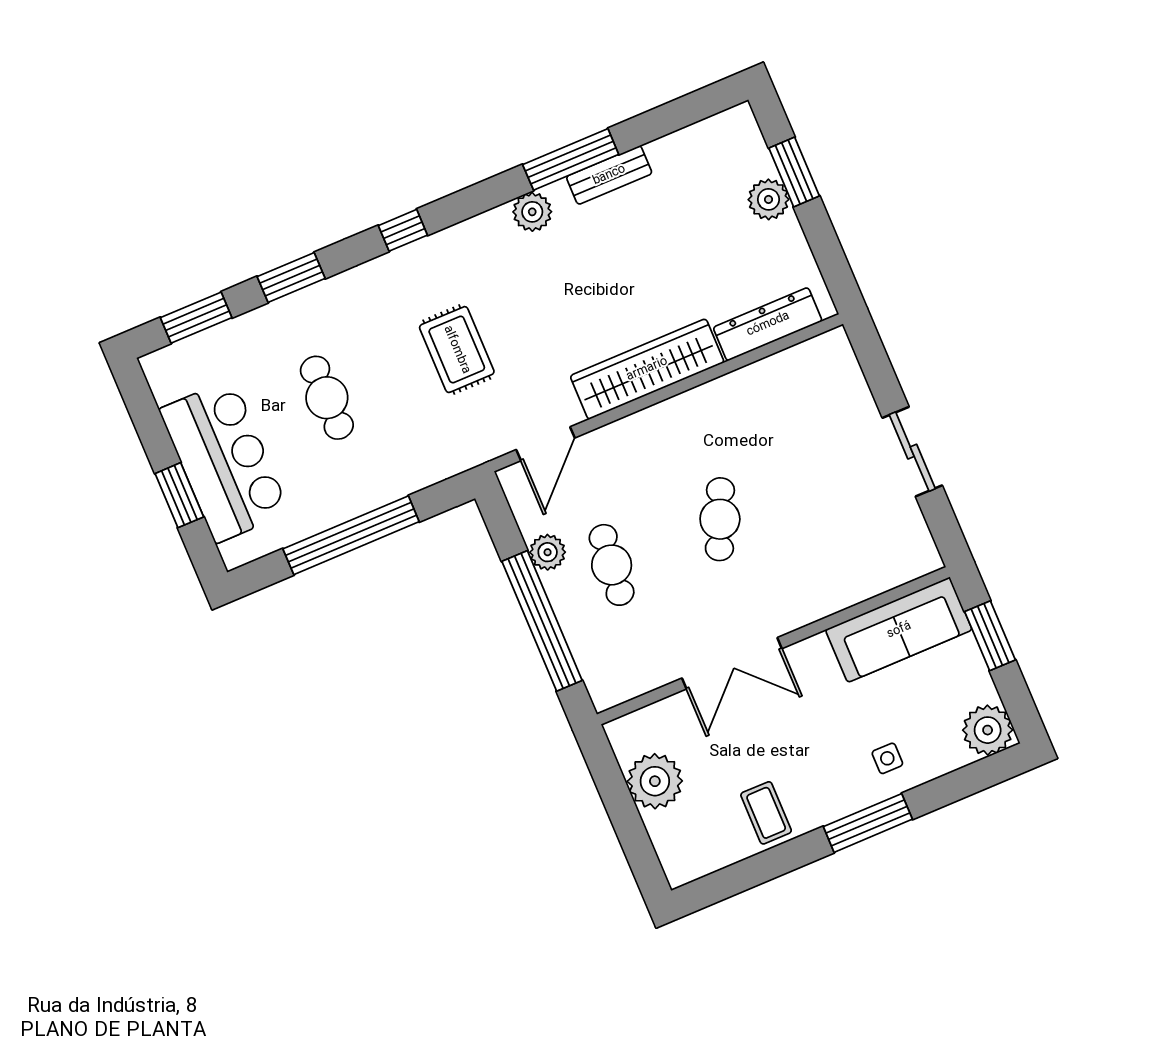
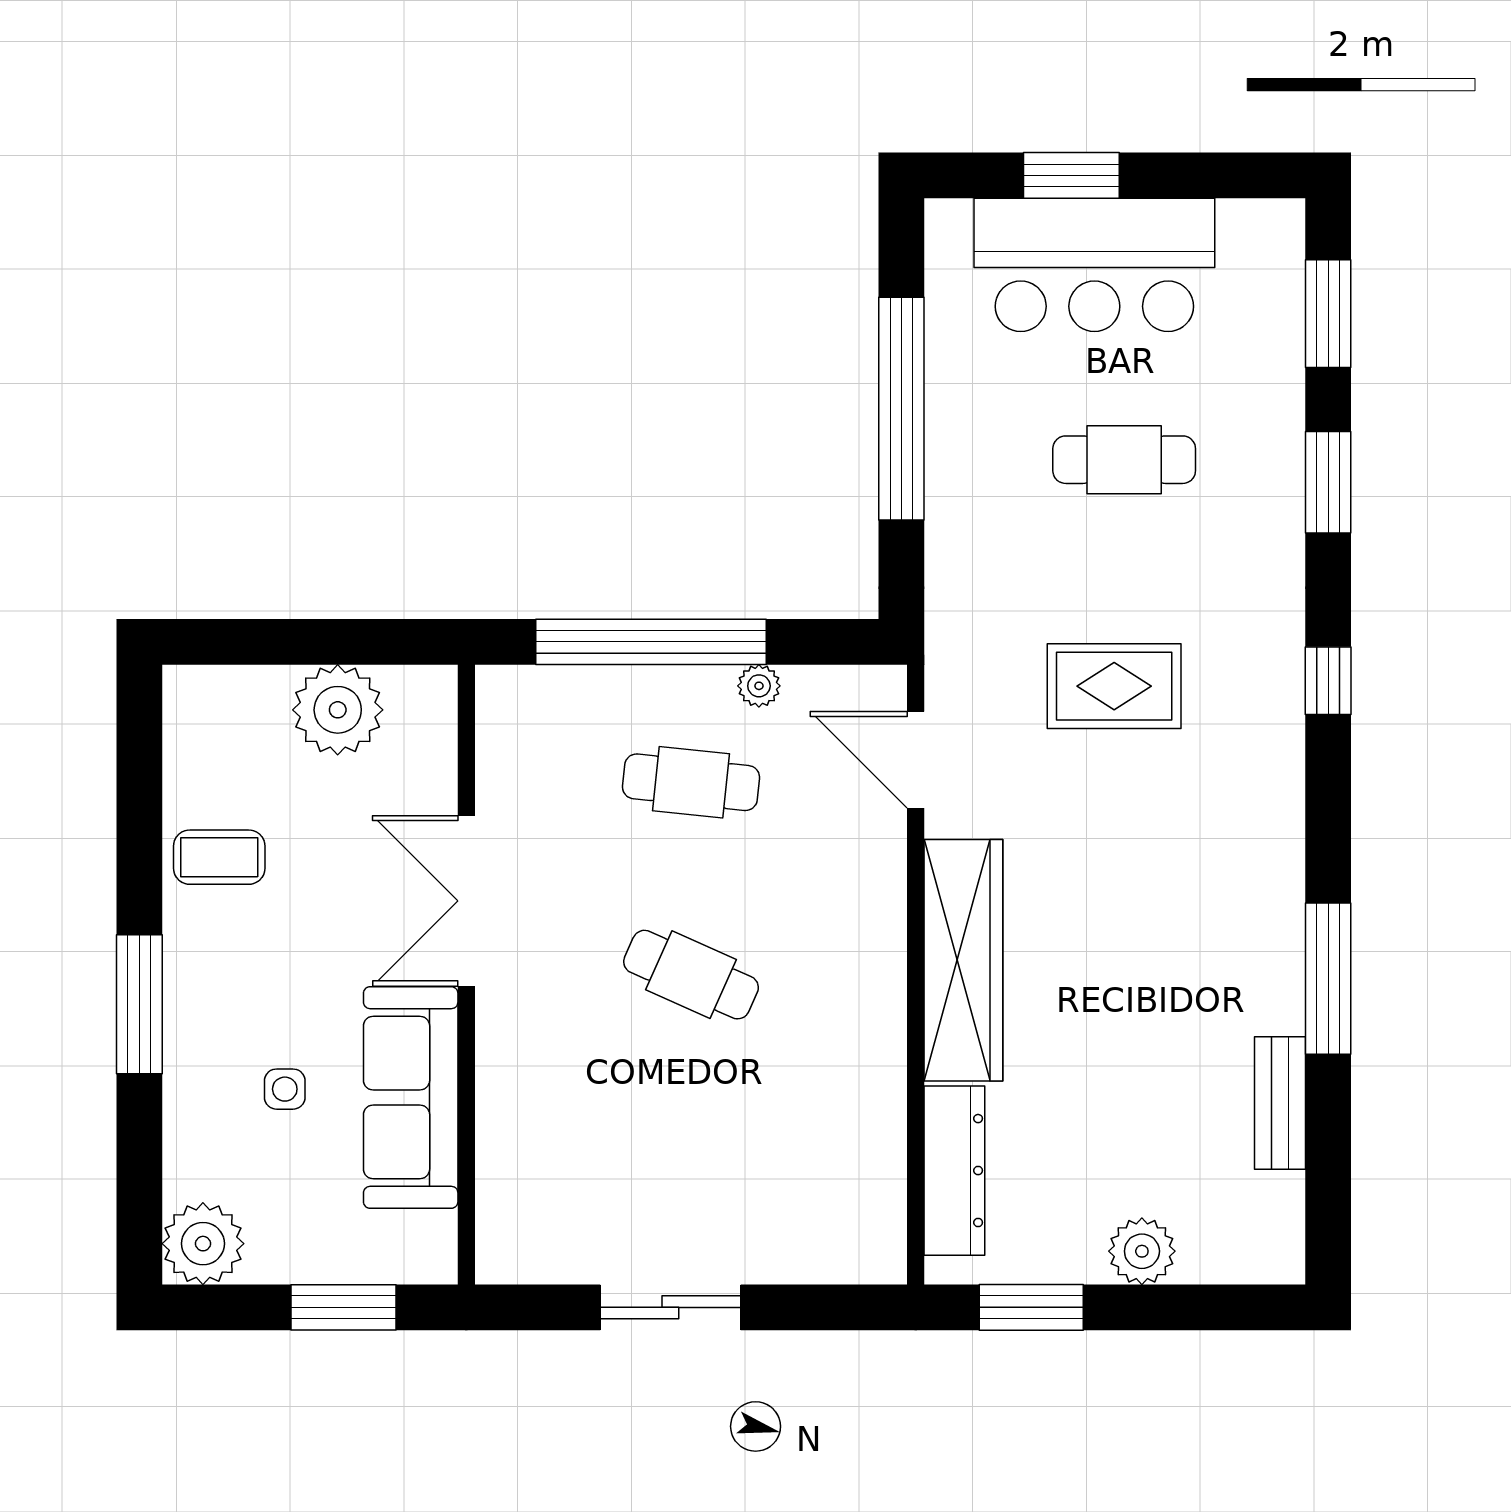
window: (794, 172) -> (1031, 1307), moved
bench: (609, 175) -> (1280, 1103), moved
plant: (532, 212) -> (1274, 887), removed
plant: (548, 552) -> (759, 686), width x0.73, depth x0.73
sofa: (899, 630) -> (411, 1097), moved
side table: (887, 758) -> (285, 1089), moved

